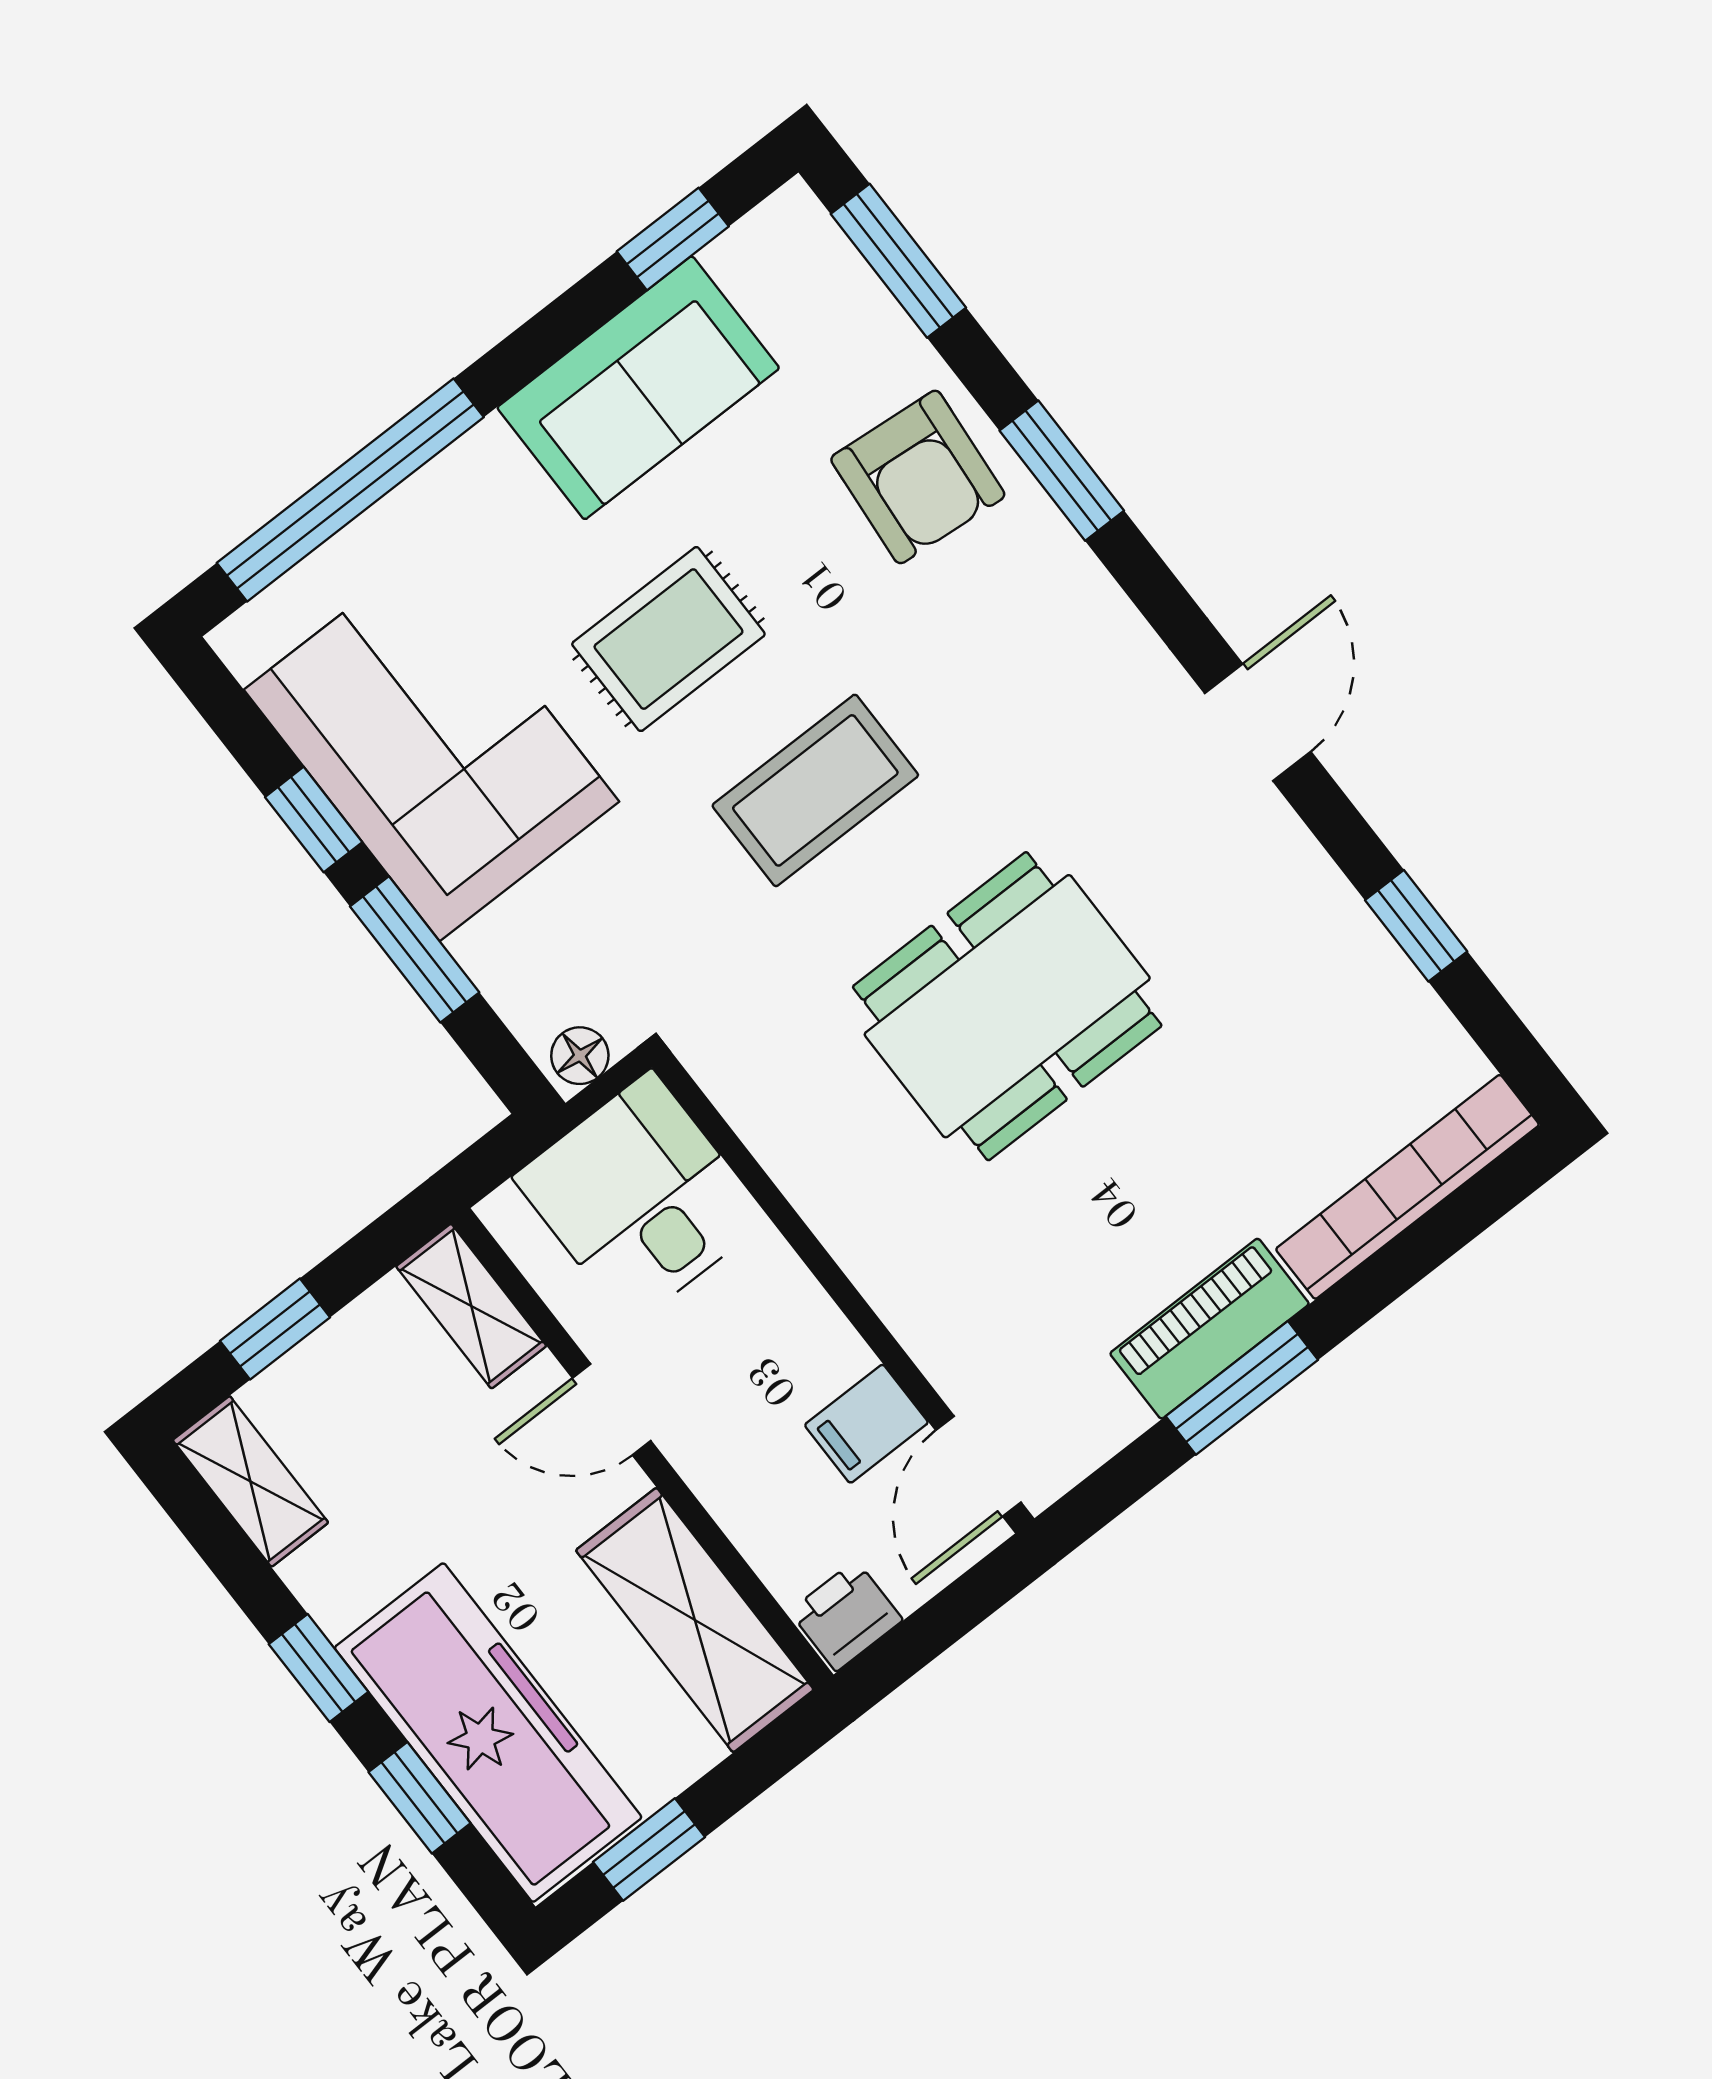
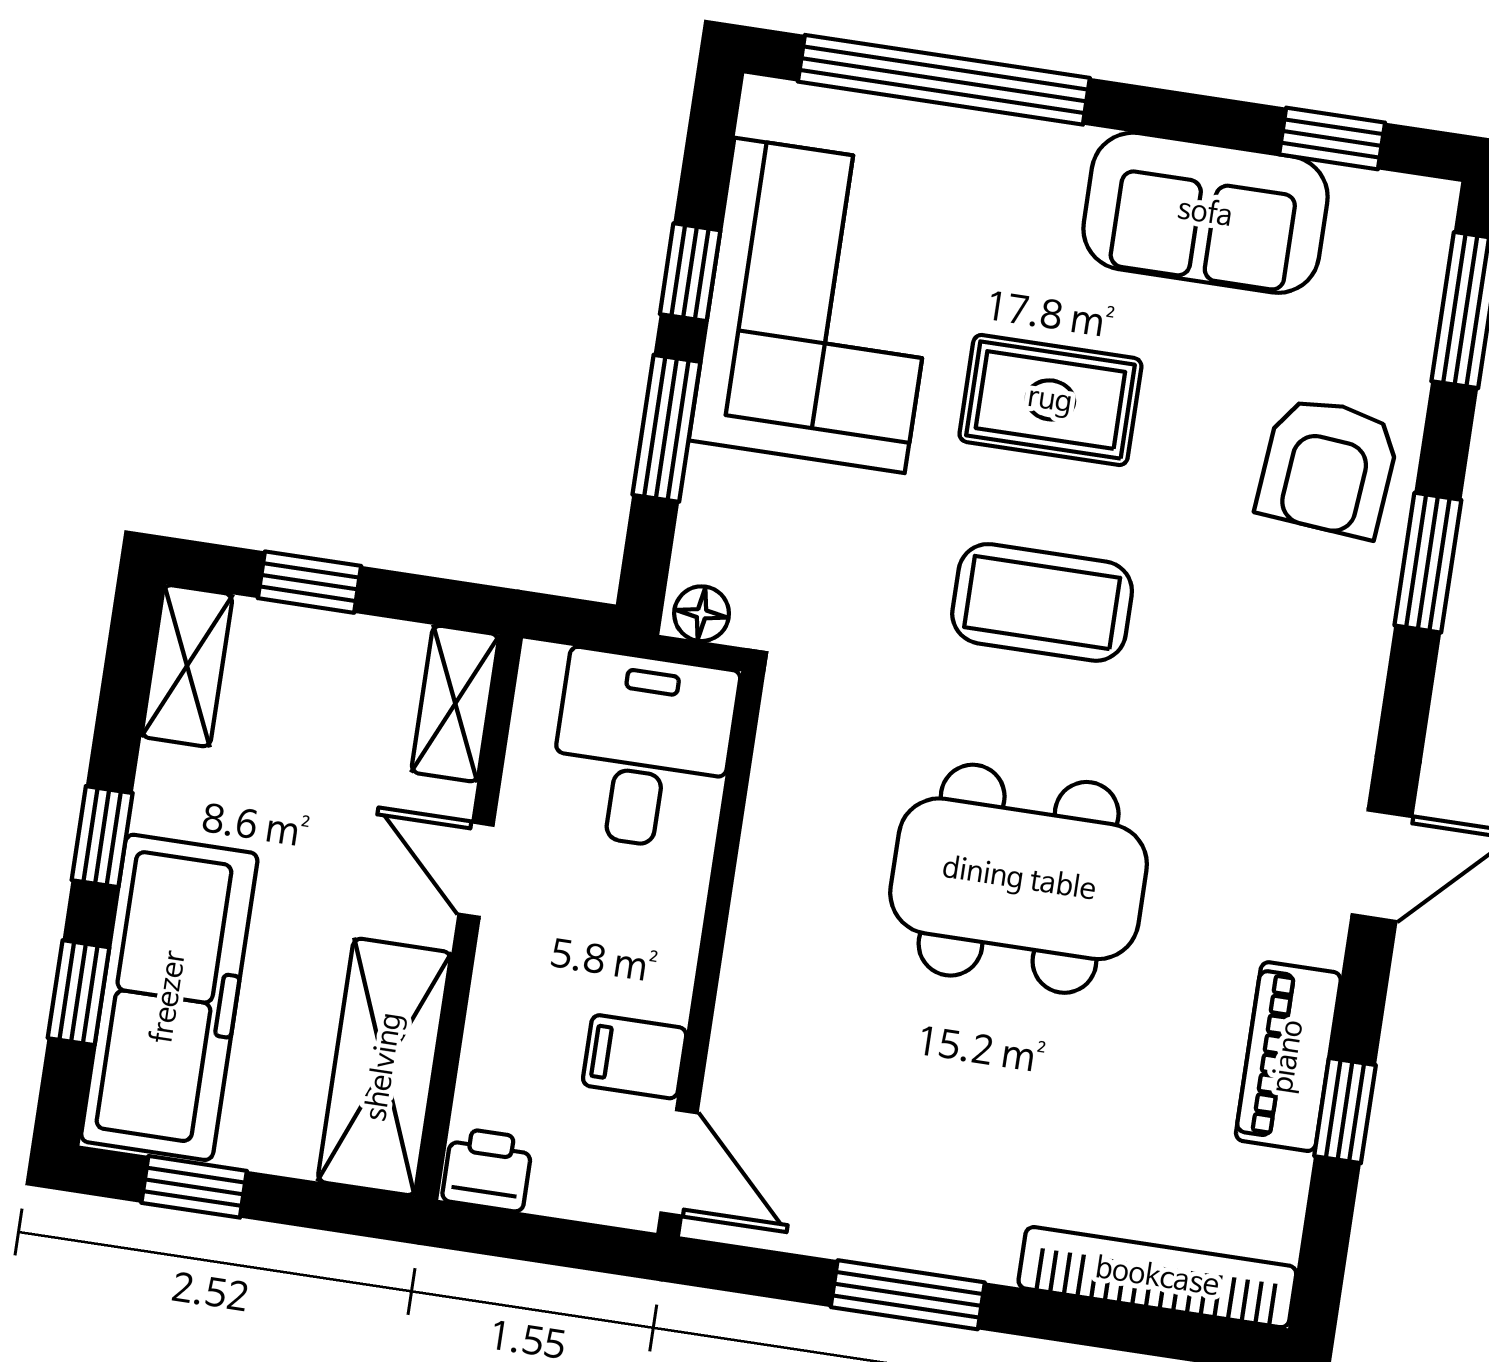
piano: (1210, 1329) -> (1288, 1057), moved, turned -90
door: (978, 1466) -> (679, 1163), swing flipped

